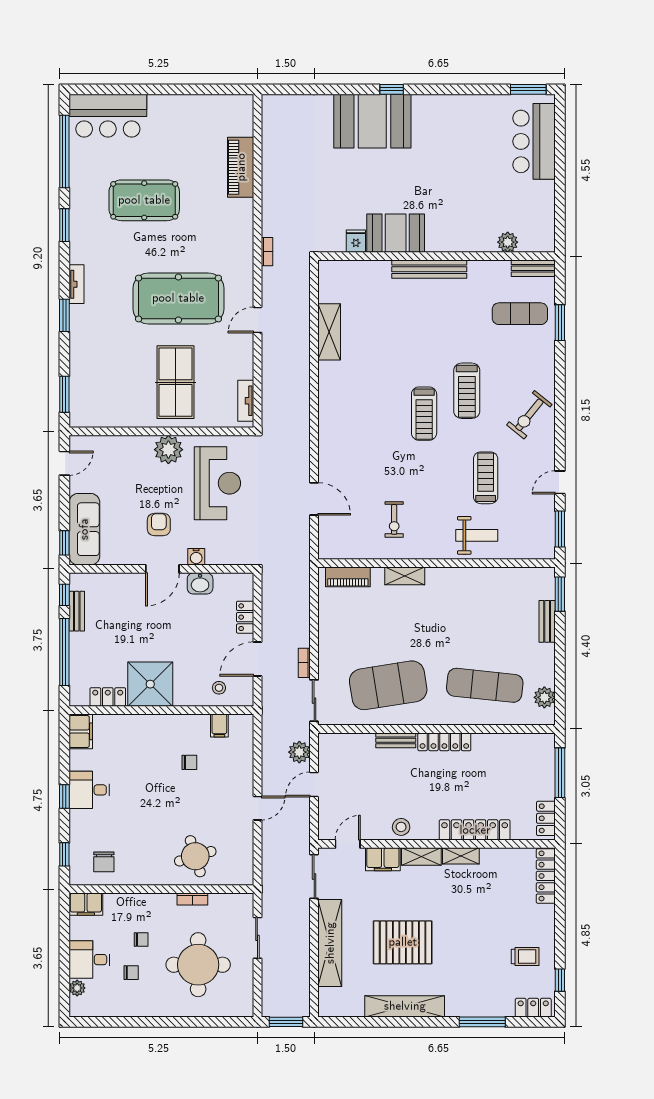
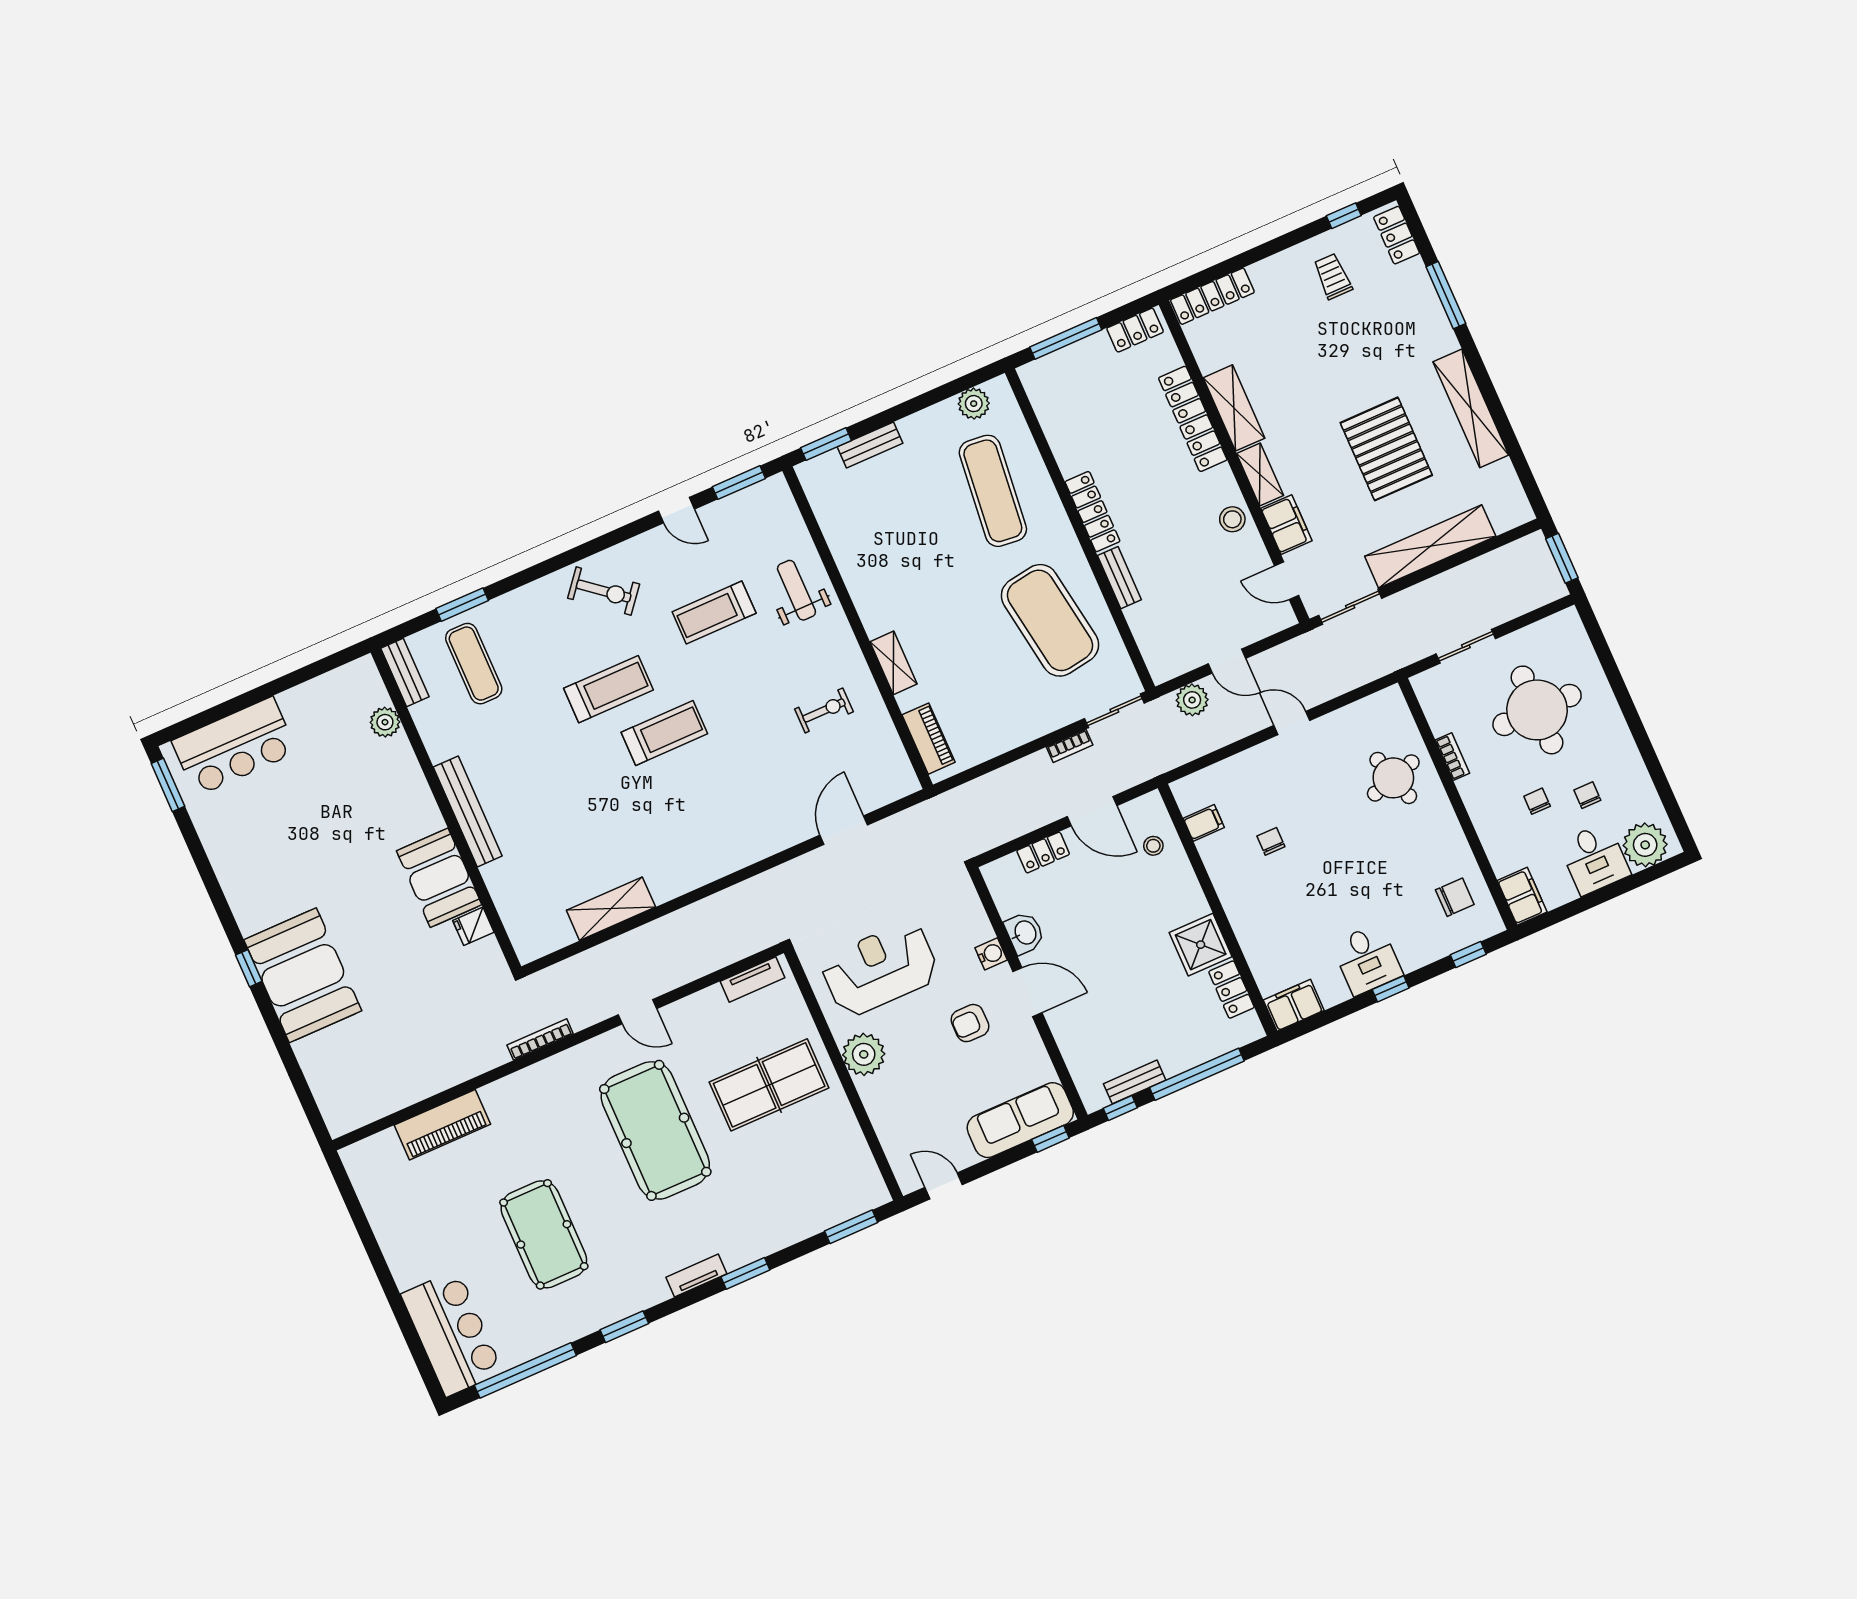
bookcase: (267, 252) -> (540, 1039), width x1.56
shower: (150, 684) -> (1201, 945), width x0.73, depth x0.73
shelving: (461, 856) -> (1234, 408), width x1.50, depth x1.33
plant: (77, 988) -> (1645, 845), width x1.88, depth x1.88

